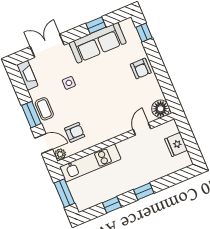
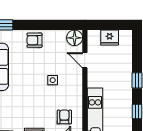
armchair: (141, 69) -> (34, 40), turned 180
side table: (69, 83) -> (53, 80), moved

